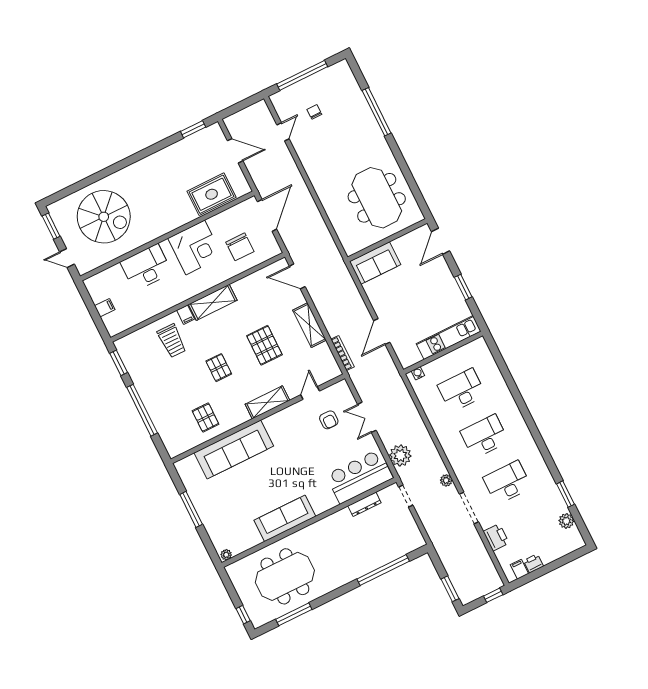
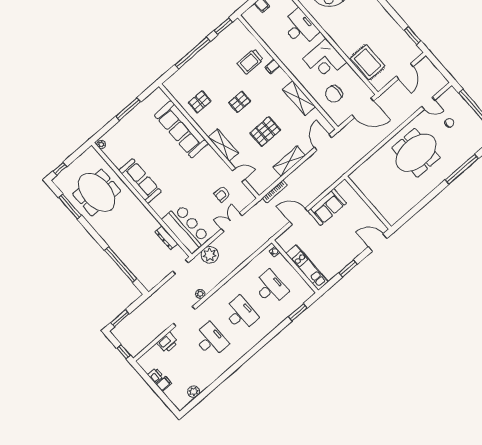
meeting table: (377, 198) -> (416, 153), moved
sofa: (375, 263) -> (327, 207), moved, turned -90
shelving: (213, 302) -> (299, 98), moved
window: (565, 494) -> (298, 312), moved
filing cabinet: (519, 569) -> (164, 384), moved

